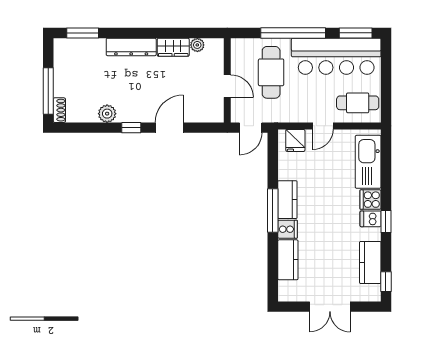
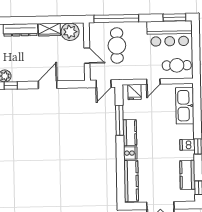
window: (293, 33) -> (116, 18), moved
plant: (197, 45) -> (70, 32), width x1.87, depth x1.87
bar counter: (336, 56) -> (170, 33), width x0.73
window: (131, 128) -> (11, 85), moved
cooker: (370, 200) -> (187, 132), removed
window: (273, 210) -> (120, 120), moved
kitchen counter: (288, 260) -> (131, 181), width x1.50

